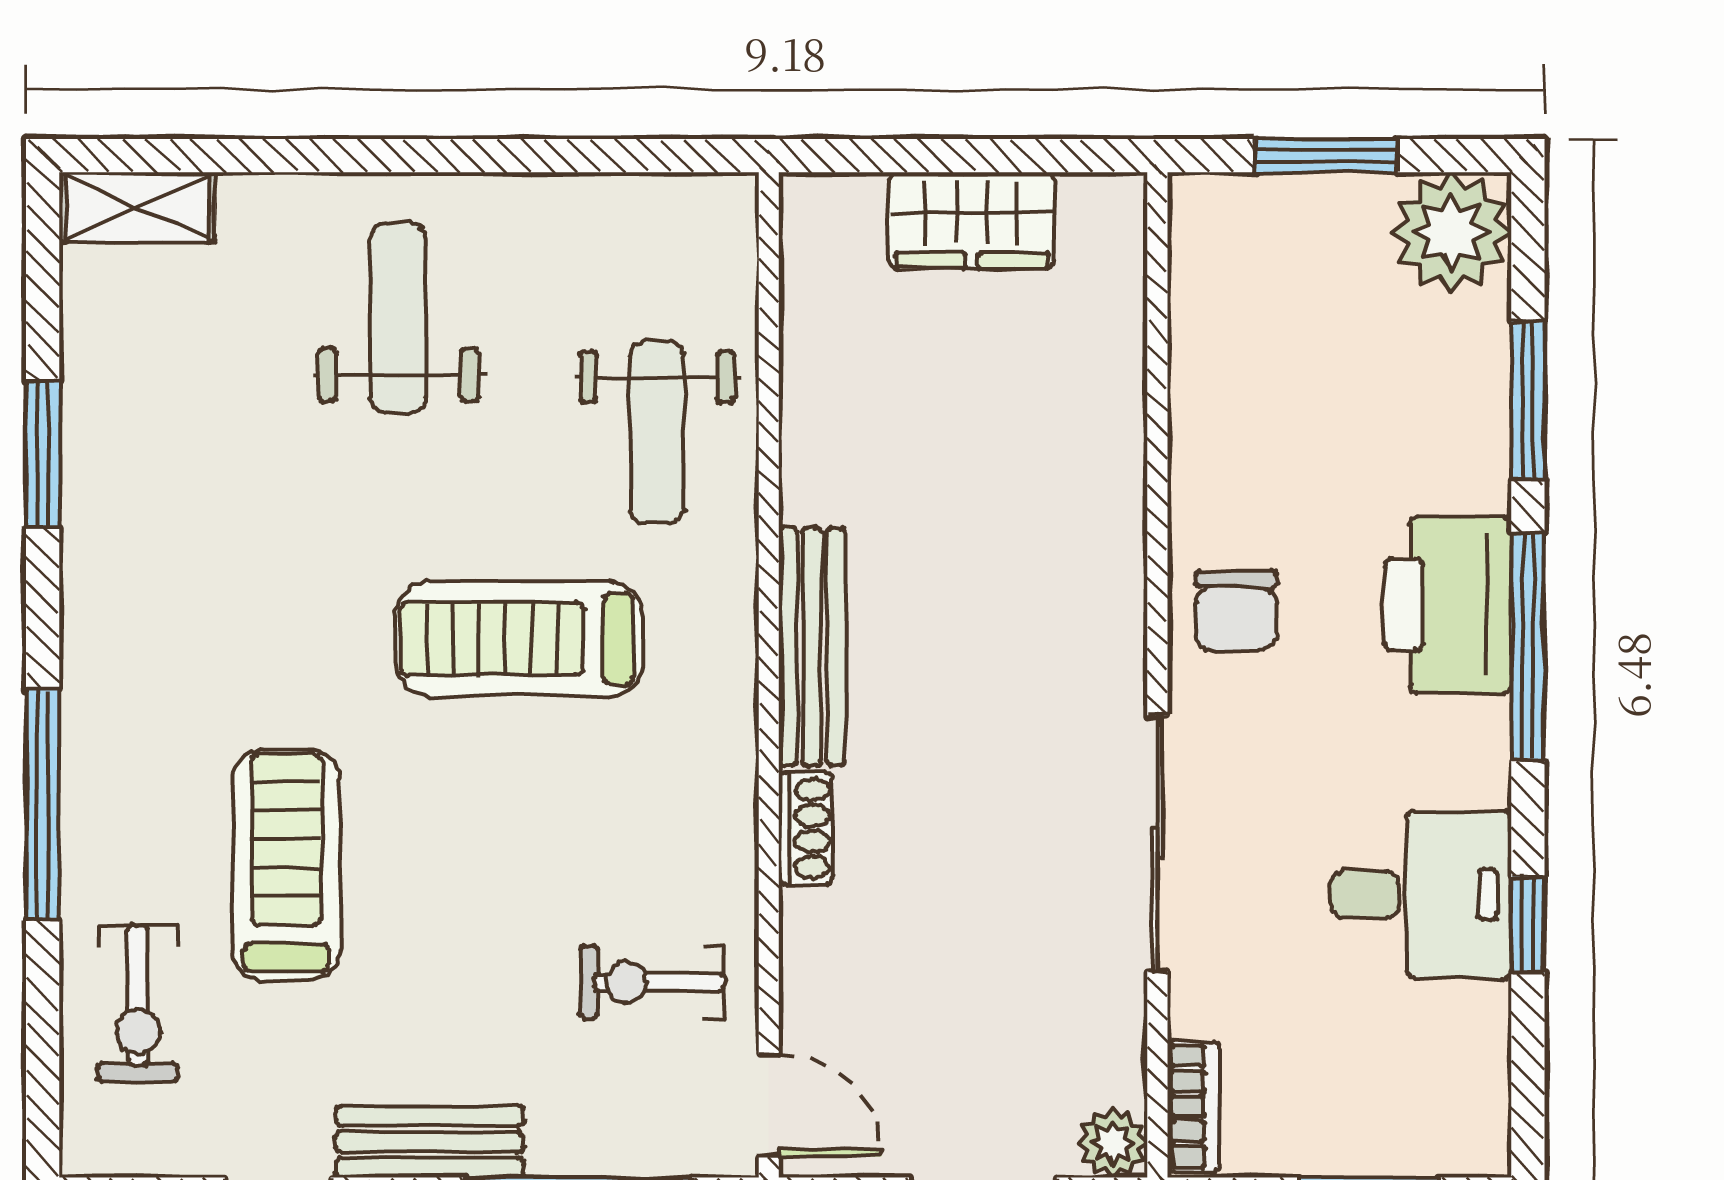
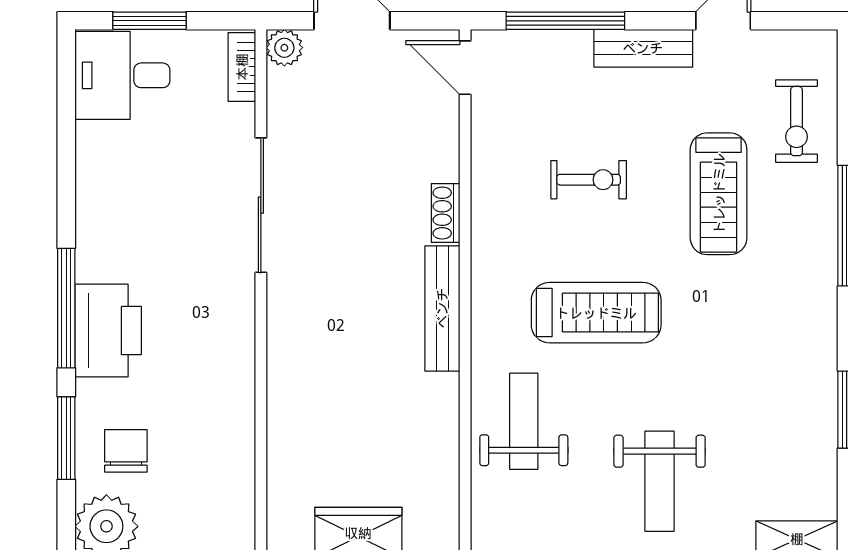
chair: (1236, 611) -> (126, 451), moved
desk: (1421, 894) -> (122, 75), moved
window: (1528, 925) -> (66, 162), removed
exercise bike: (652, 982) -> (589, 180), moved
exercise bike: (138, 1003) -> (796, 121), turned 180

